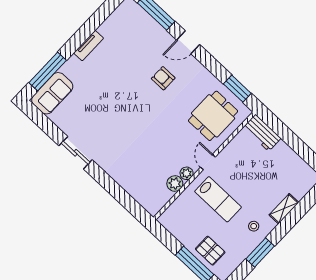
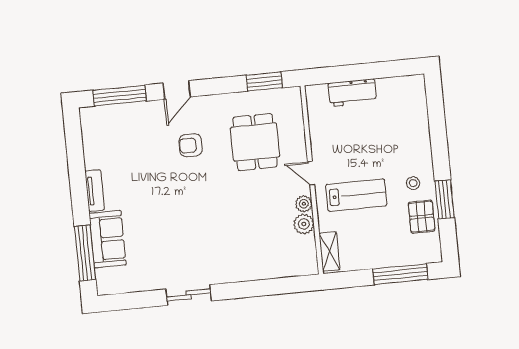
sofa: (52, 93) -> (108, 239), moved
dining table: (213, 116) -> (255, 142), moved
workbench: (262, 133) -> (352, 93), moved
shelving: (284, 209) -> (329, 252), moved
pallet: (210, 251) -> (422, 217), moved, turned 90

